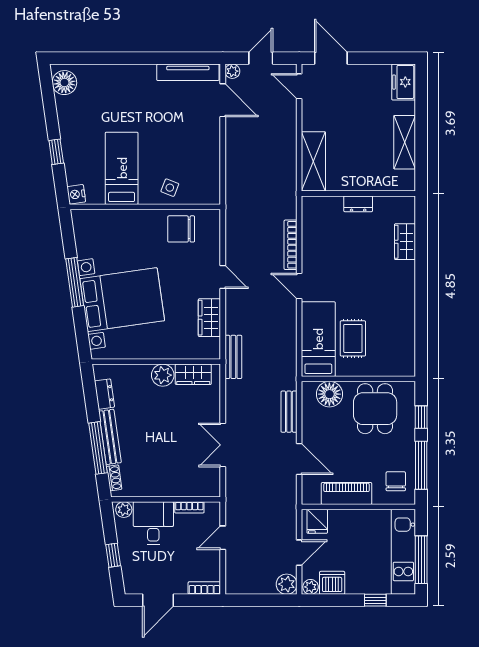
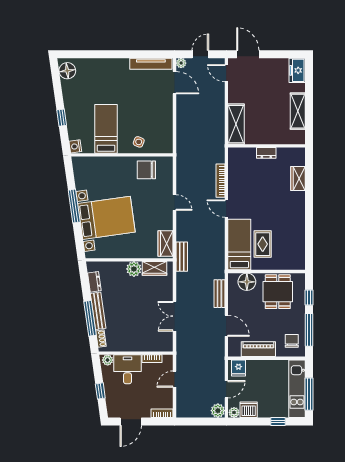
wardrobe: (209, 318) -> (166, 244), moved

